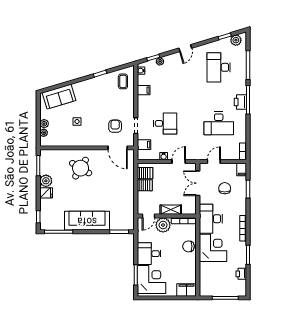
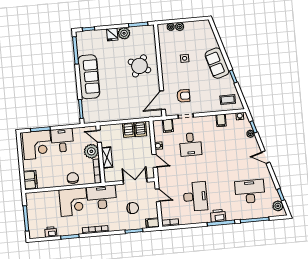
sofa: (59, 97) -> (217, 63), moved
desk: (219, 123) -> (195, 196), turned 180

